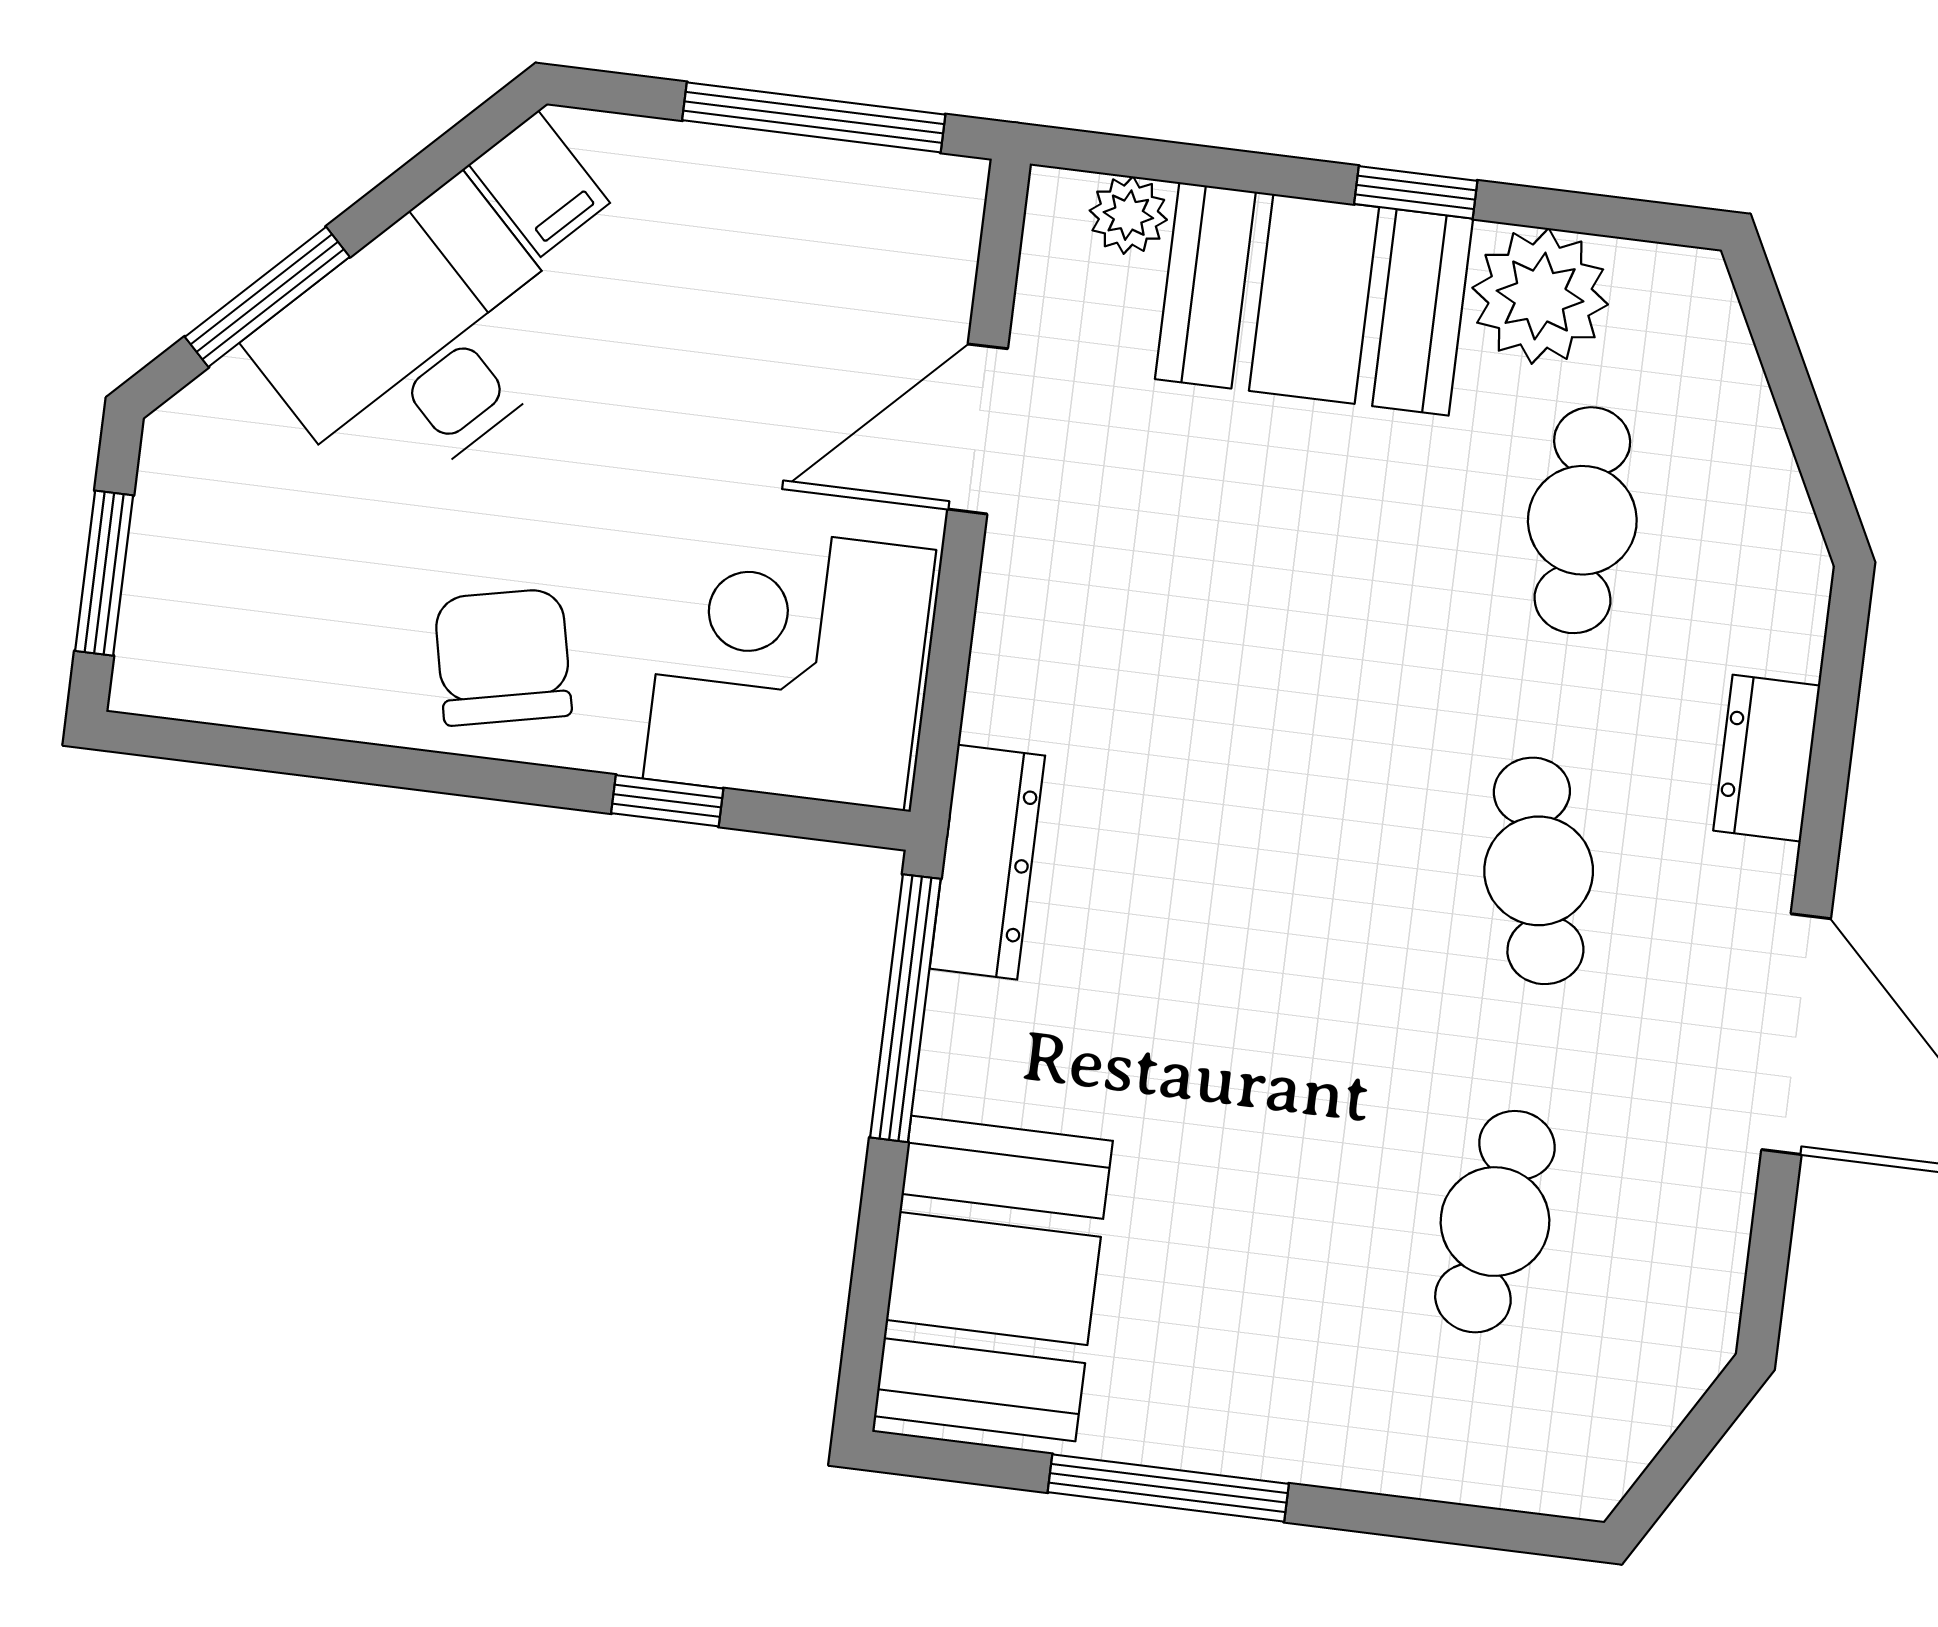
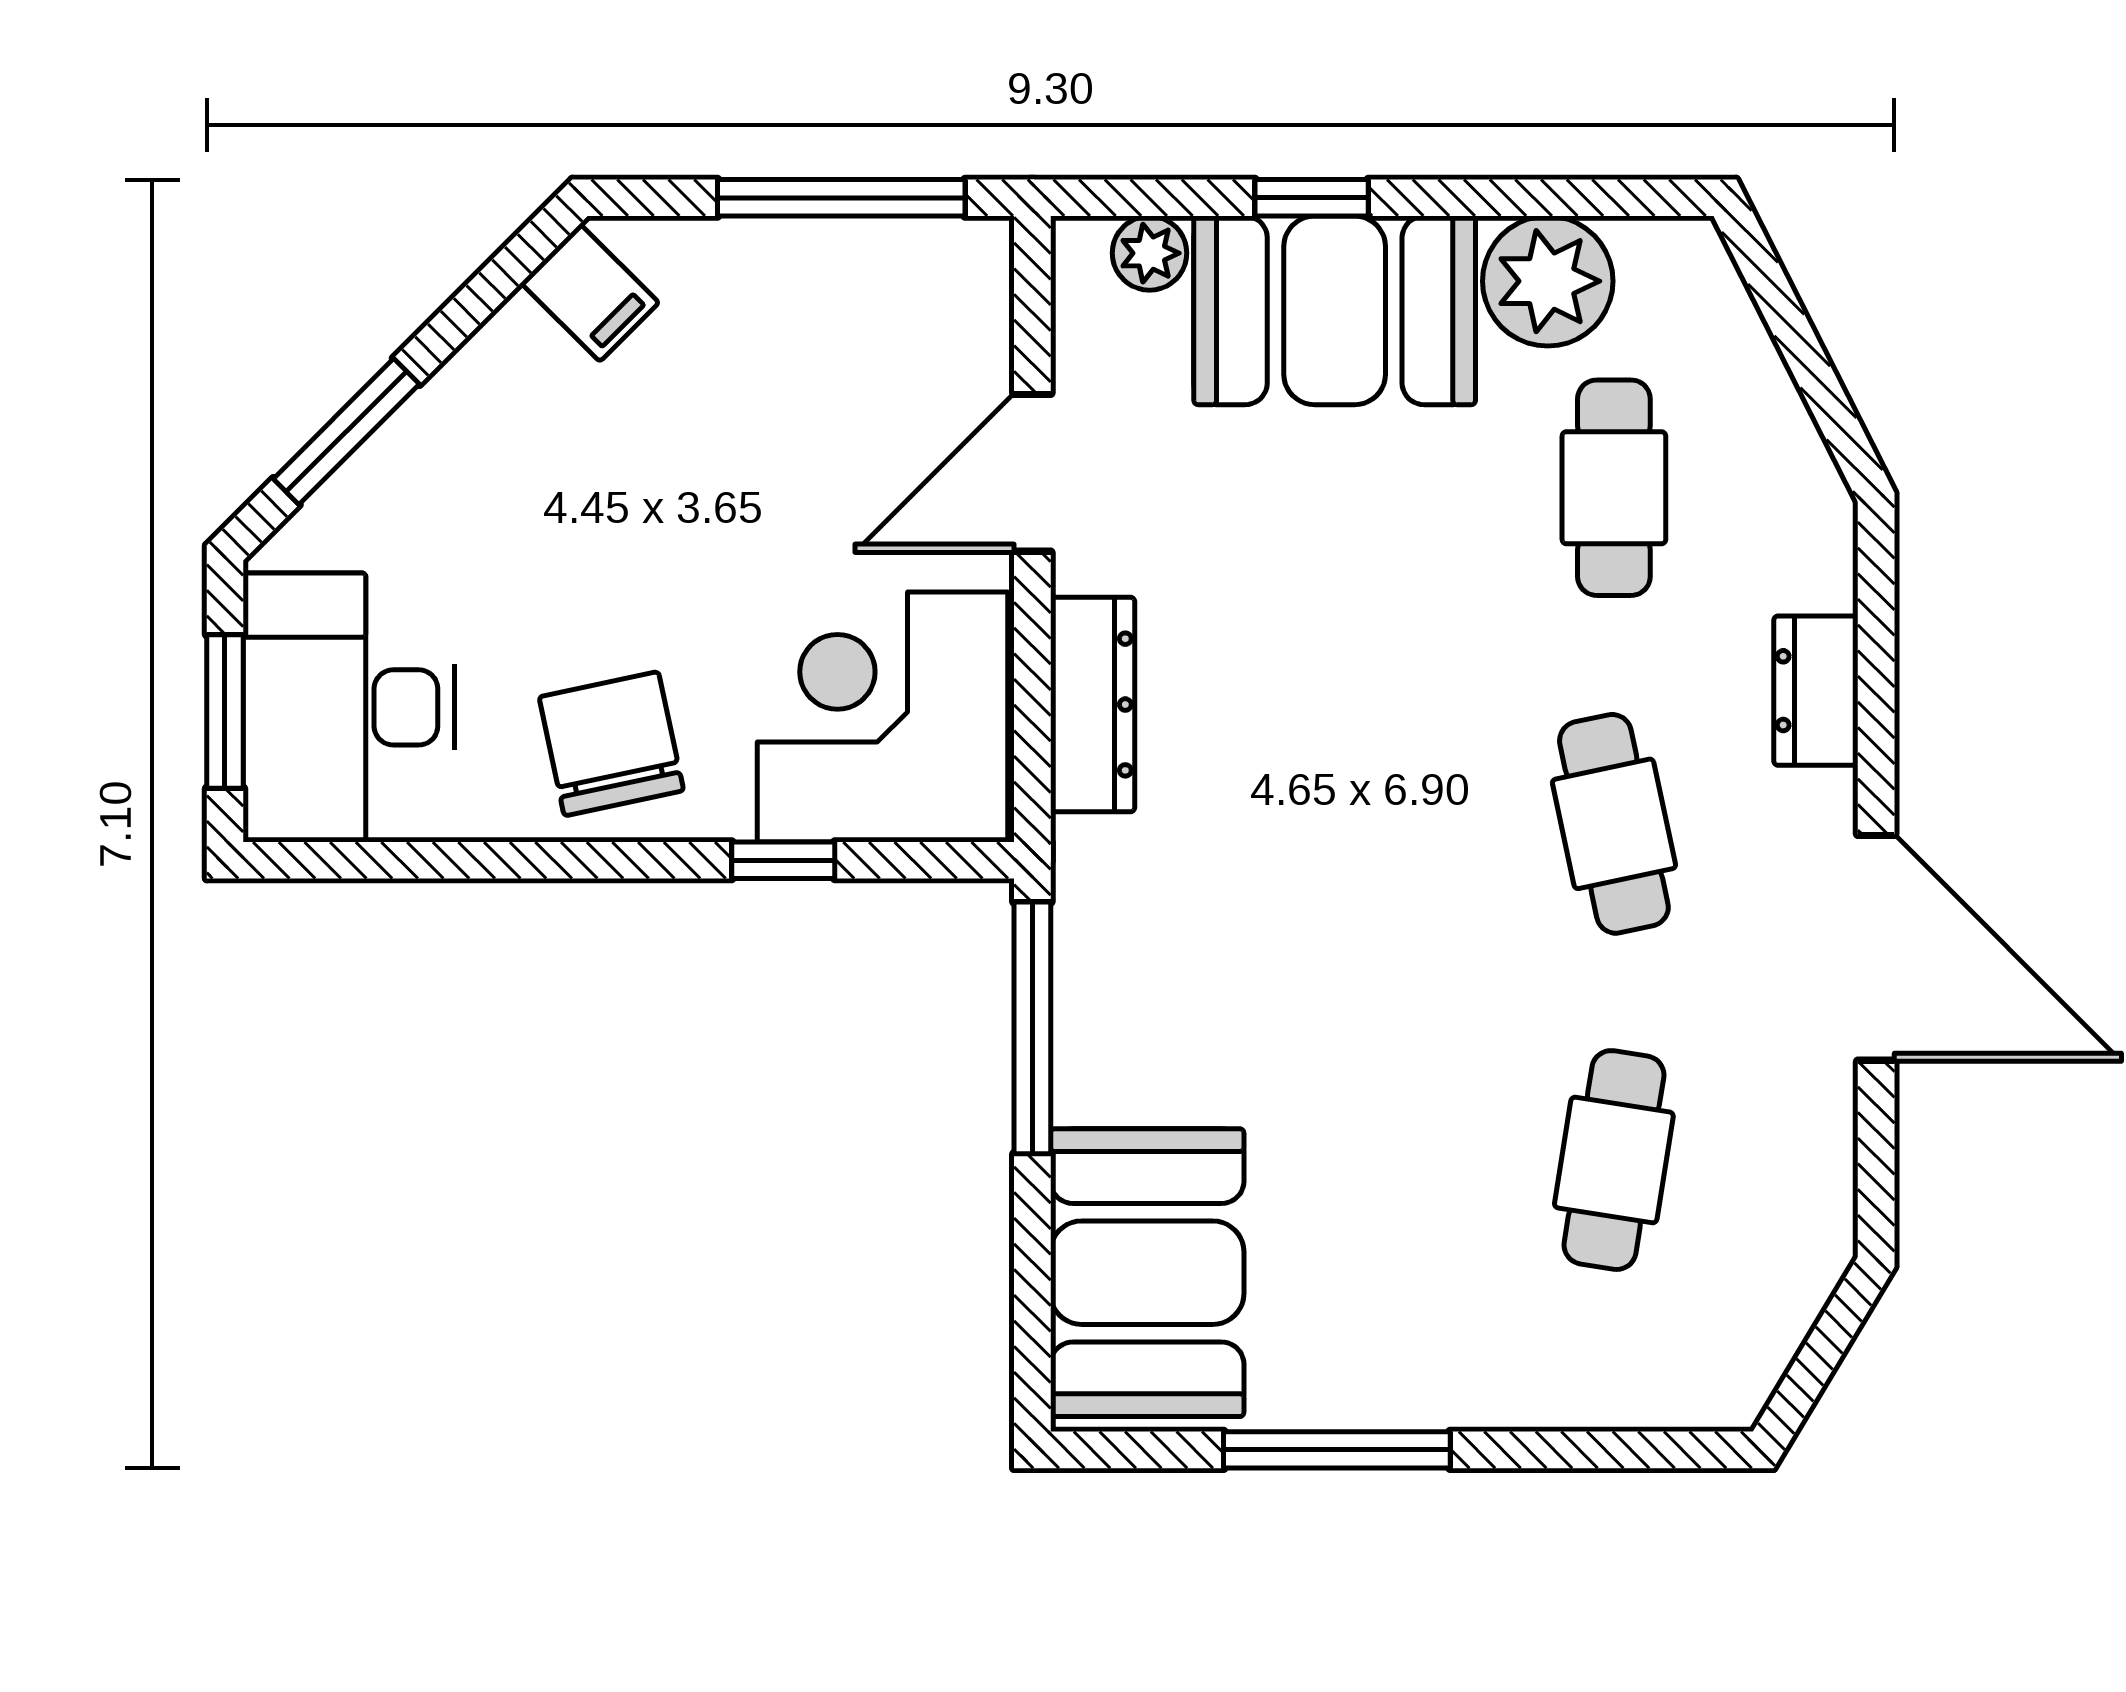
window: (1416, 192) -> (1312, 198), moved
desk: (419, 344) -> (349, 707), moved, turned -45
dresser: (987, 862) -> (1093, 705), moved

